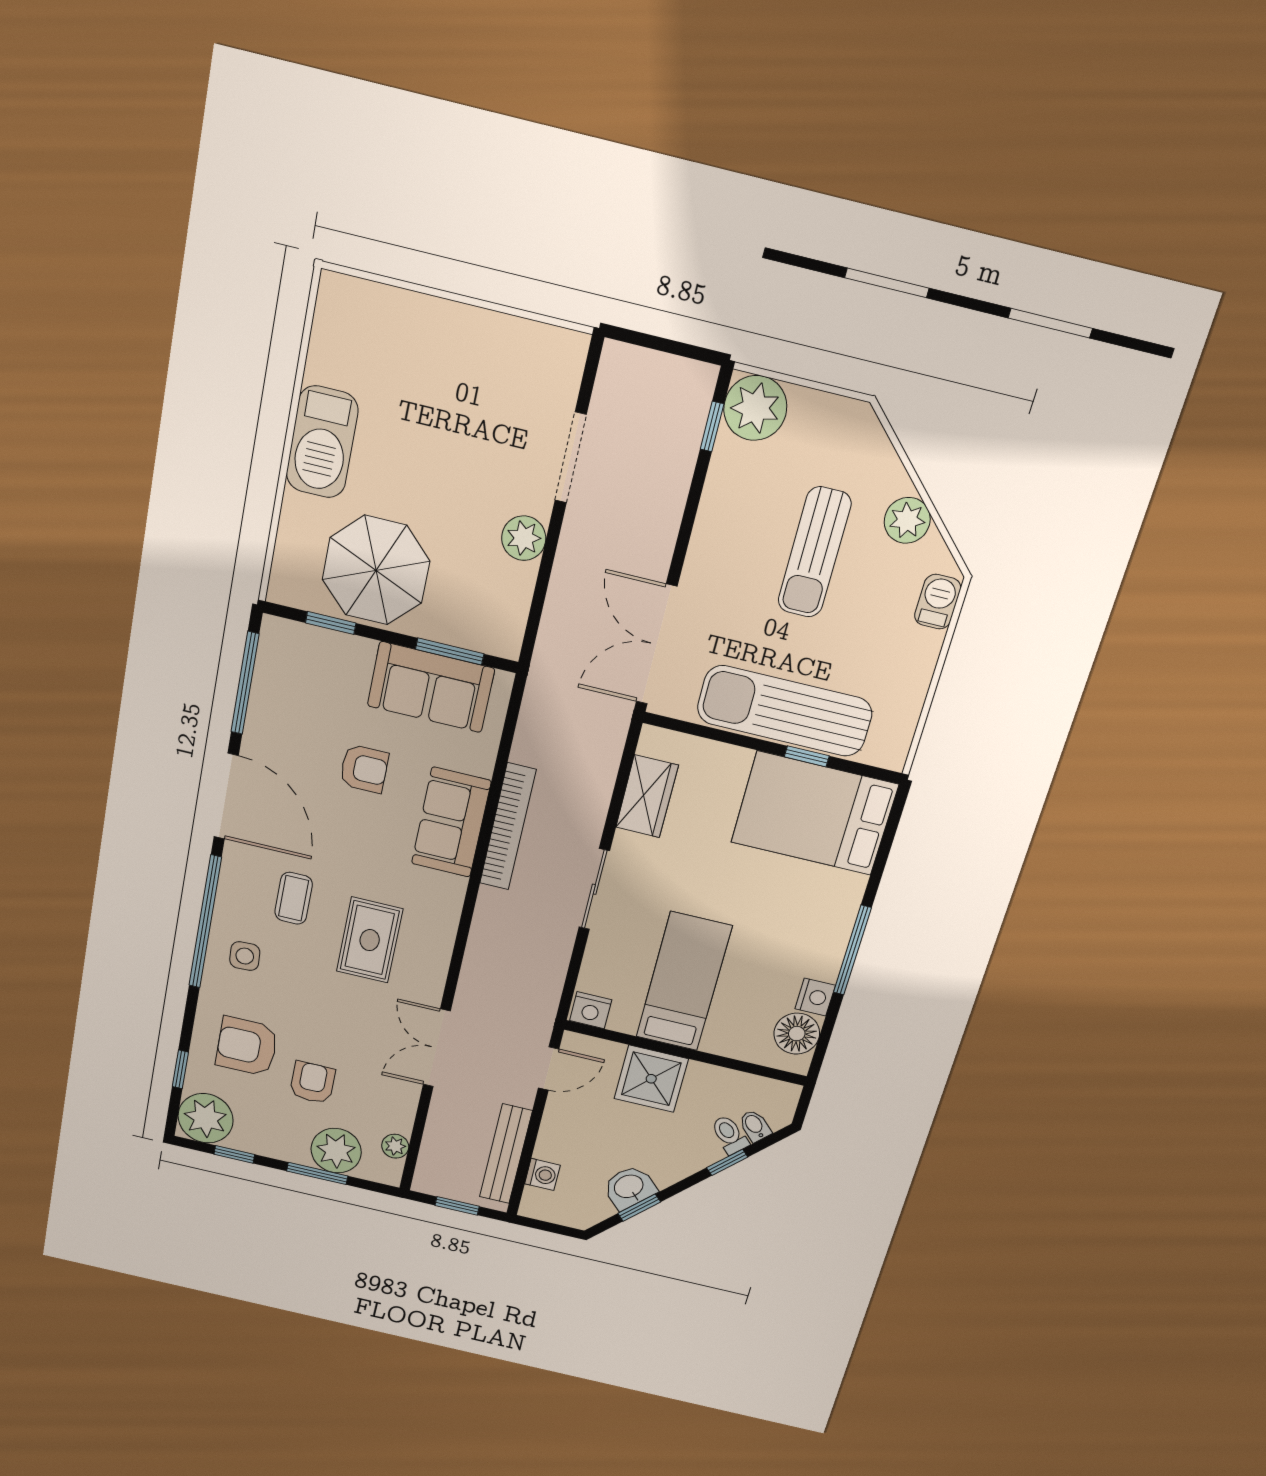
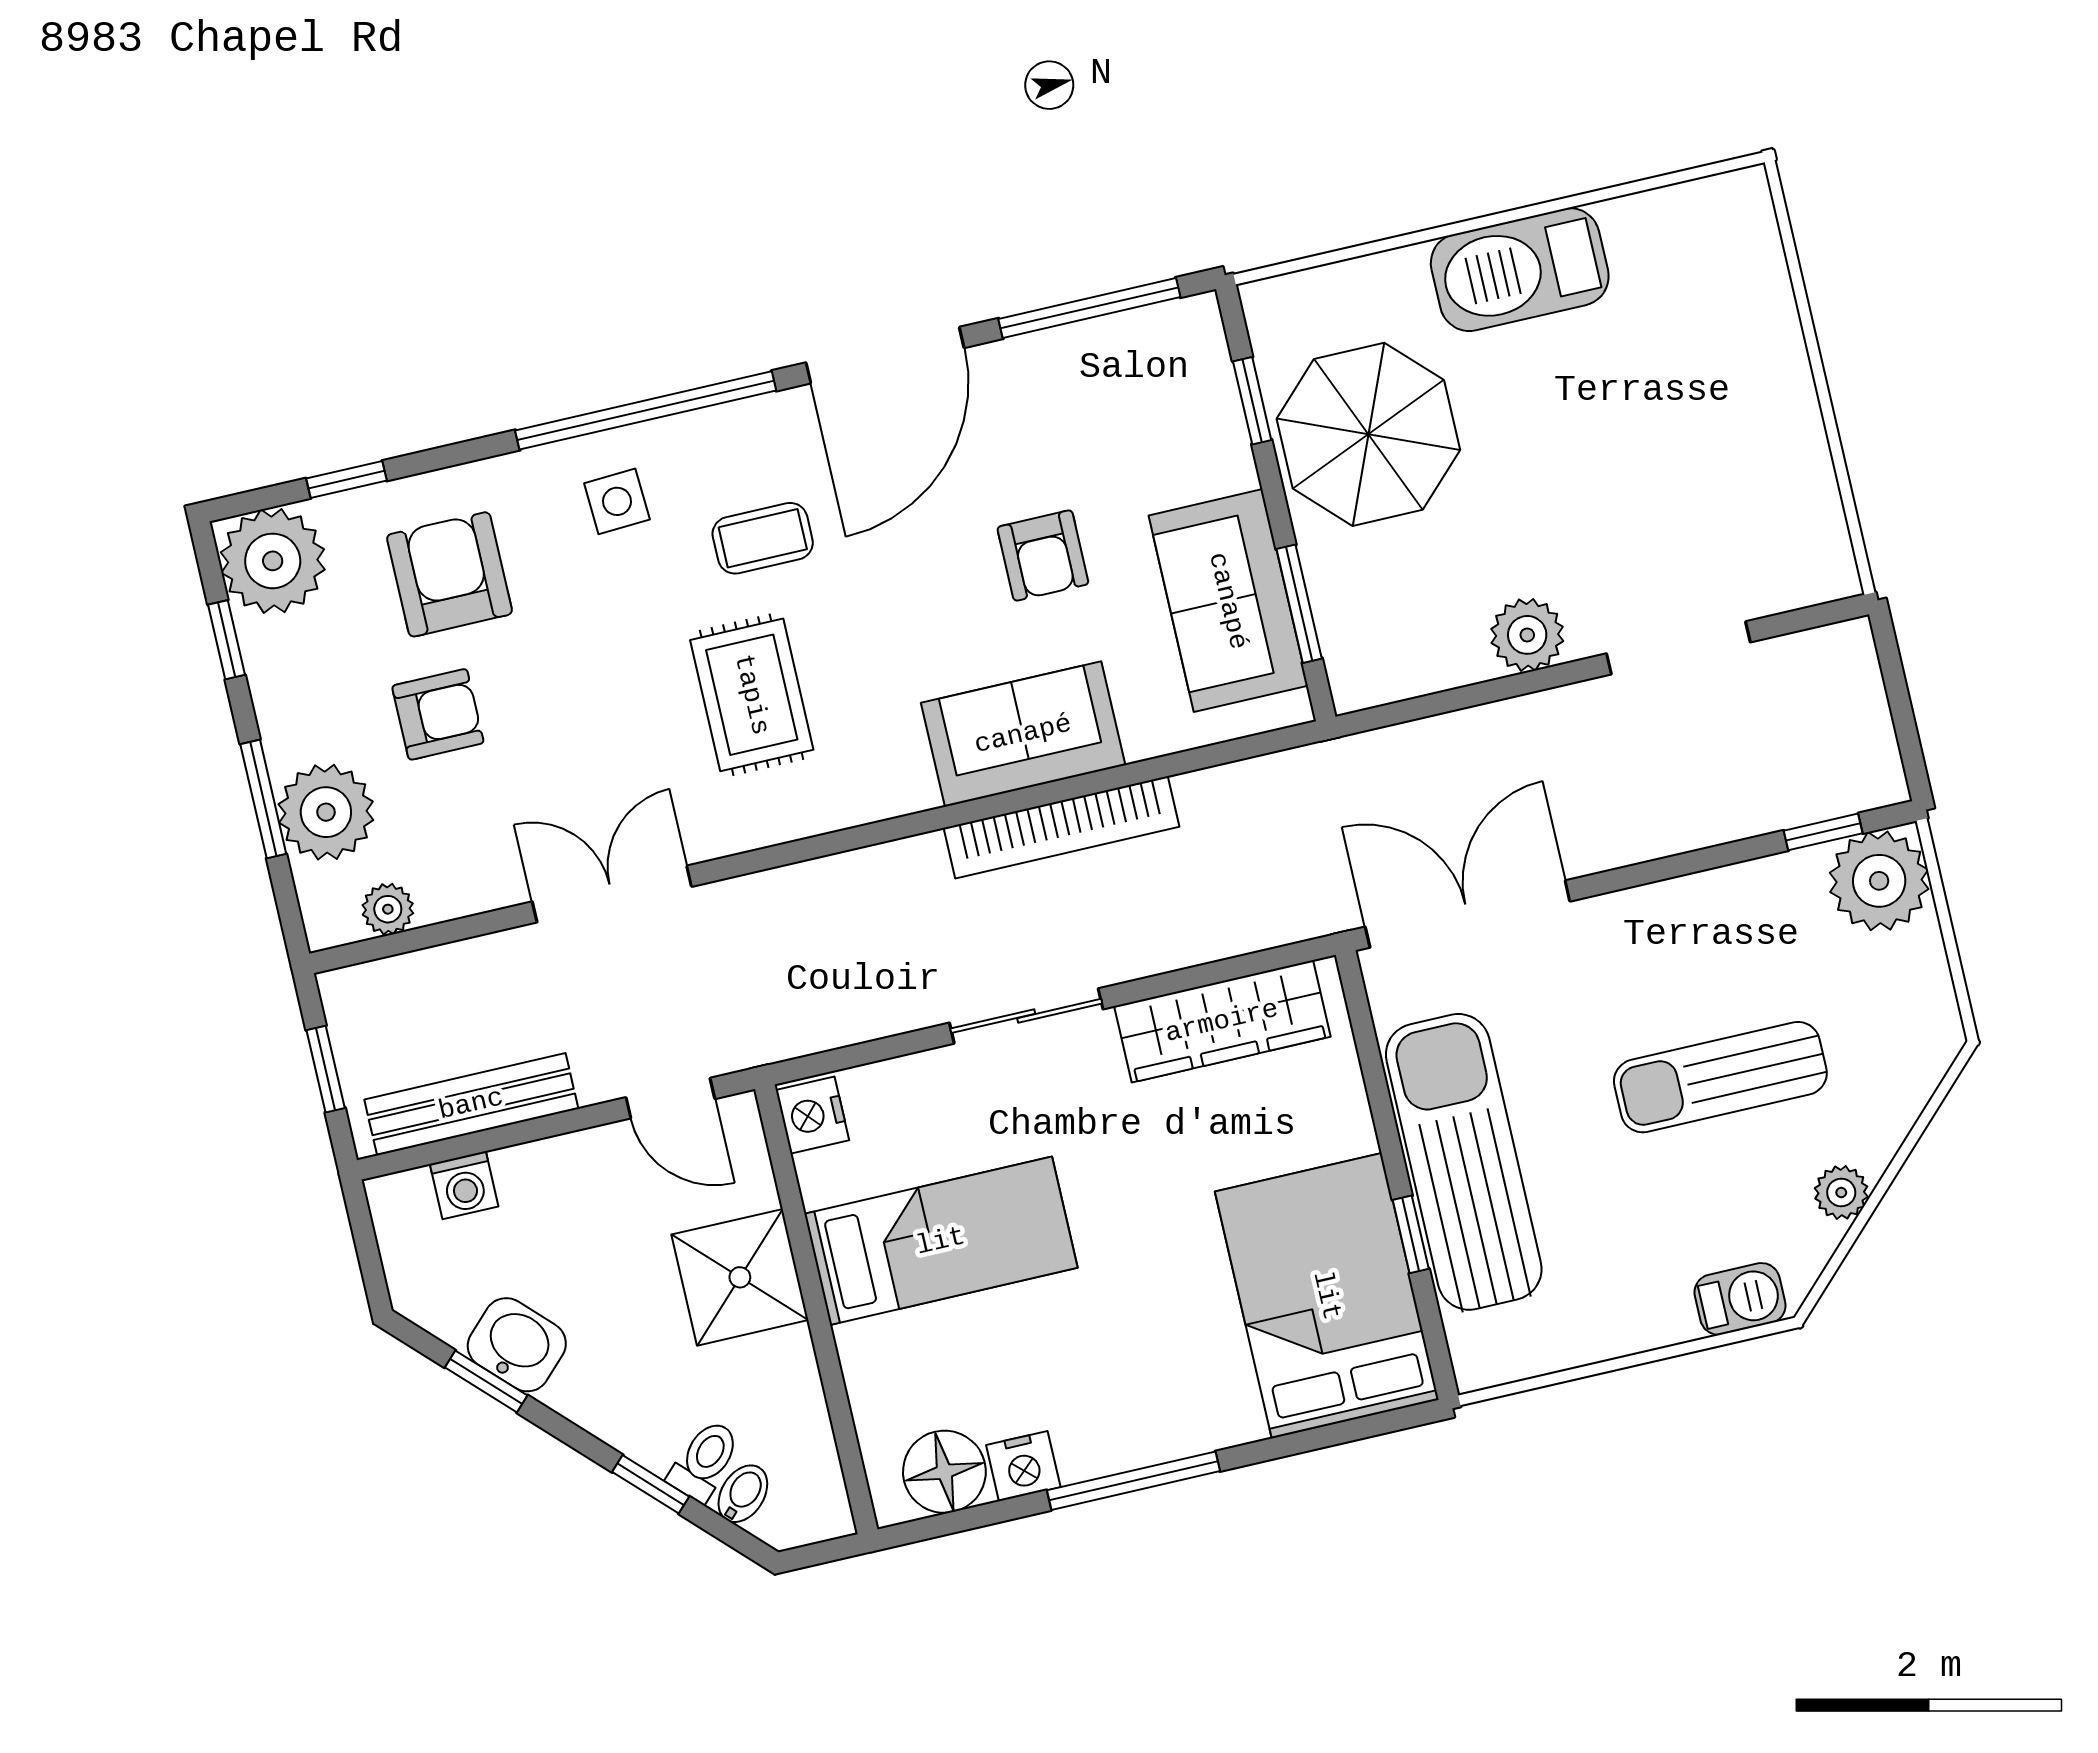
plant: (907, 520) -> (1841, 1193), width x0.73, depth x0.73
wardrobe: (647, 796) -> (1222, 1021), width x1.50
rug: (370, 940) -> (752, 695), turned 90

